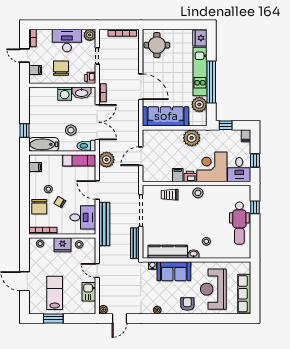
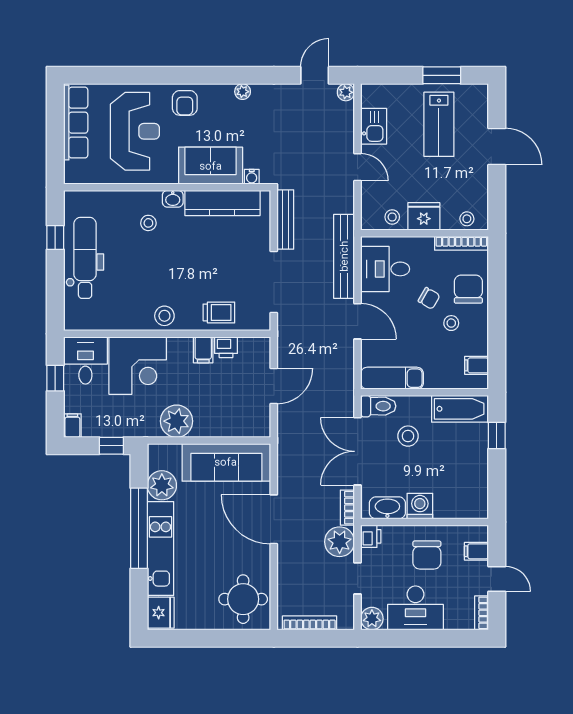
plant: (107, 160) -> (340, 542), moved
printer: (190, 176) -> (226, 347), moved
window: (255, 207) -> (55, 238), moved

